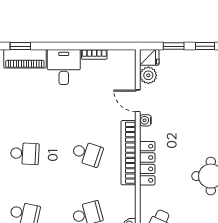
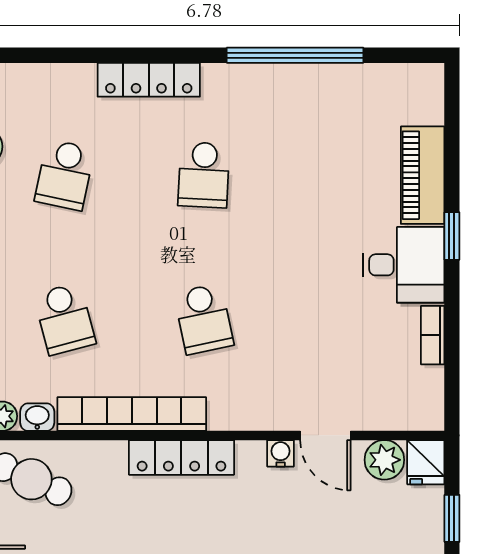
window: (20, 46) -> (452, 236), moved
door: (138, 101) -> (325, 435), swing flipped
bookcase: (128, 153) -> (132, 414), moved
school desk: (87, 154) -> (204, 319), turned -30

